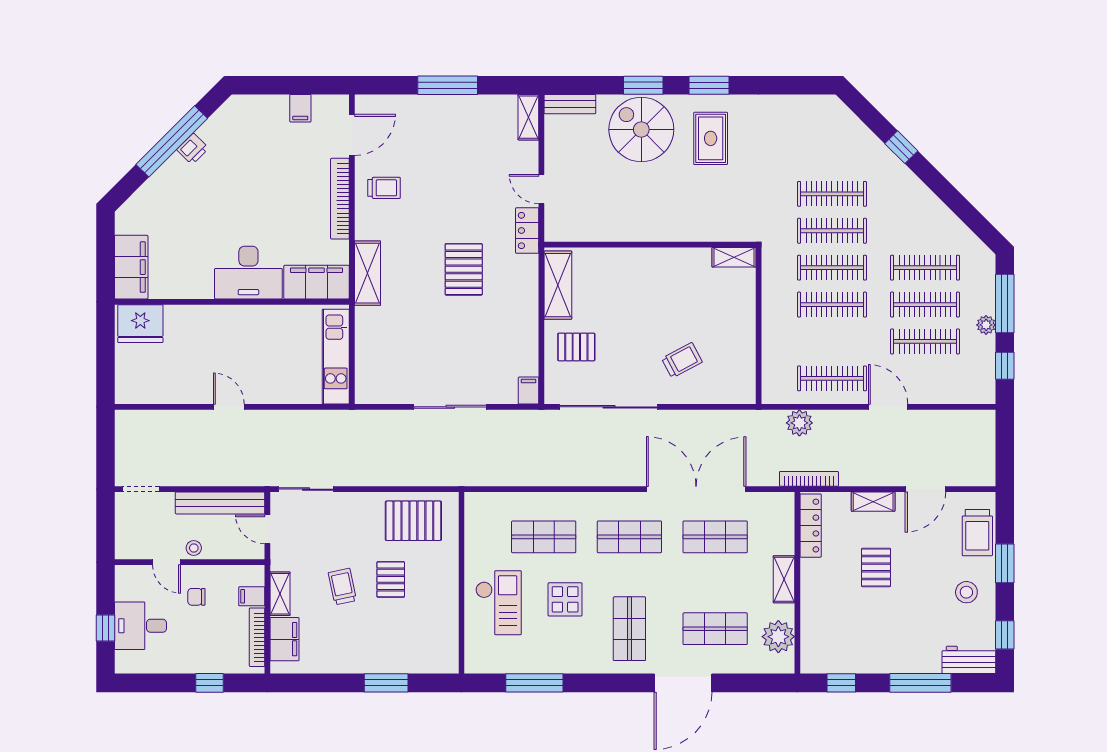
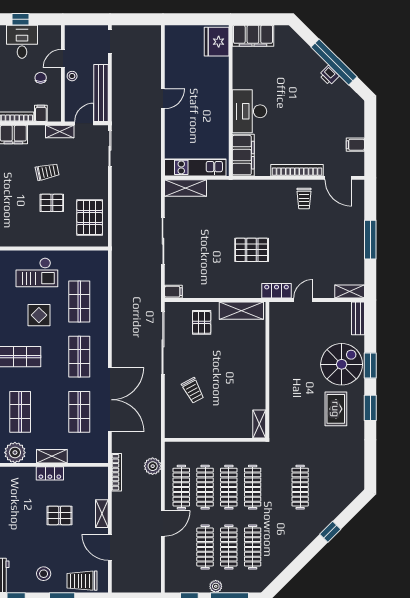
rug: (711, 138) -> (336, 409), turned 90
clothes rail: (832, 231) -> (205, 487), moved
shelving: (368, 273) -> (186, 188), moved
locker: (811, 526) -> (50, 473), moved, width x0.66
shelving: (280, 594) -> (60, 132), moved

